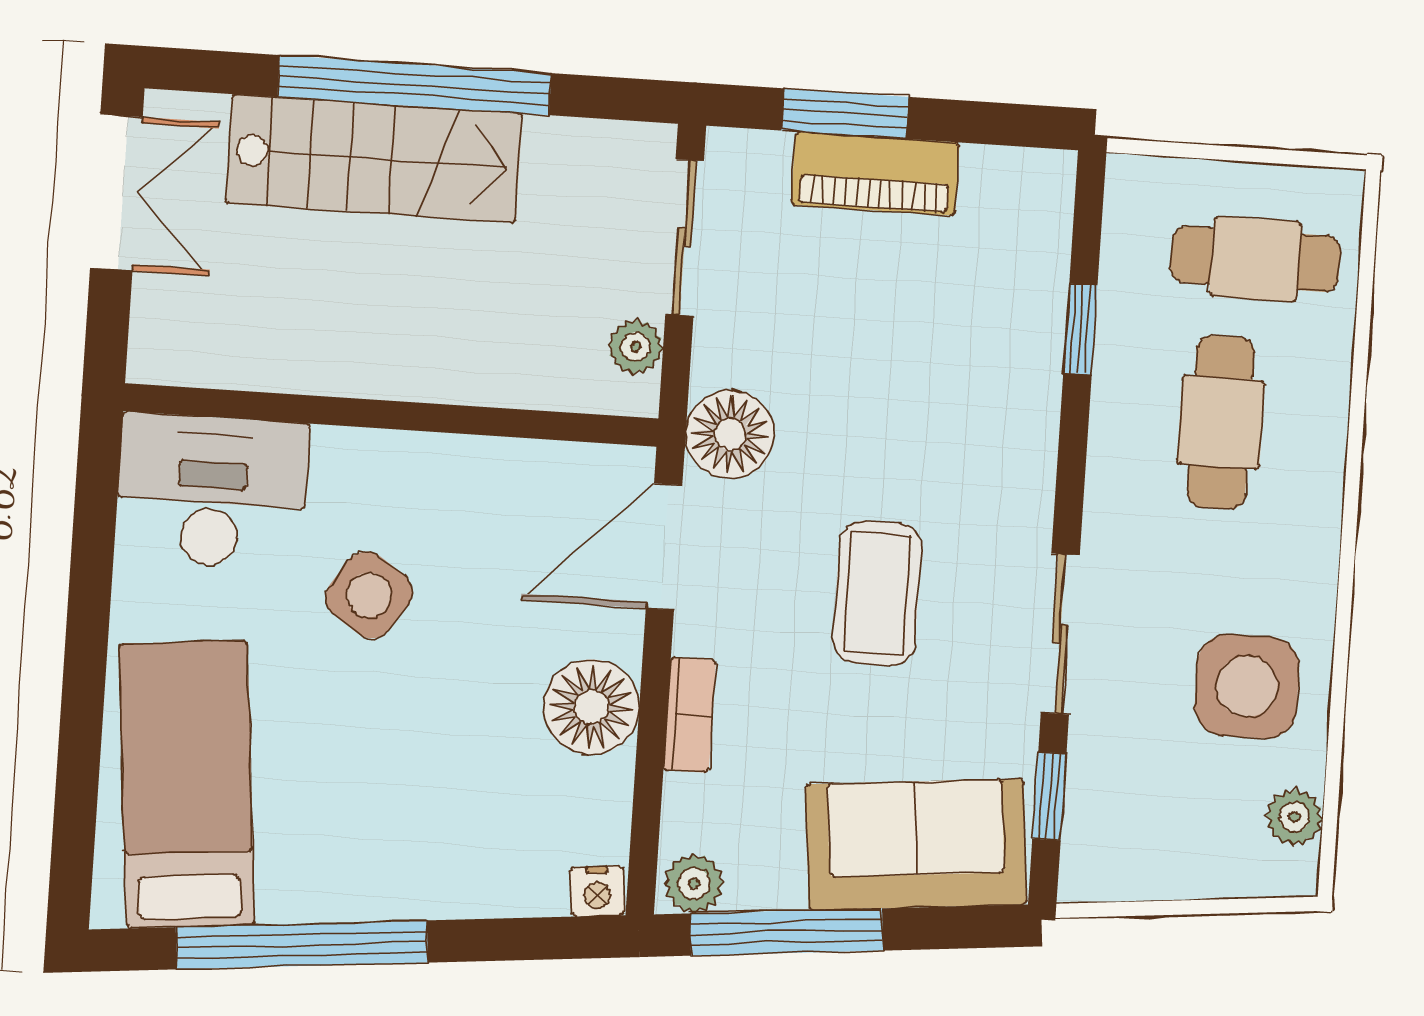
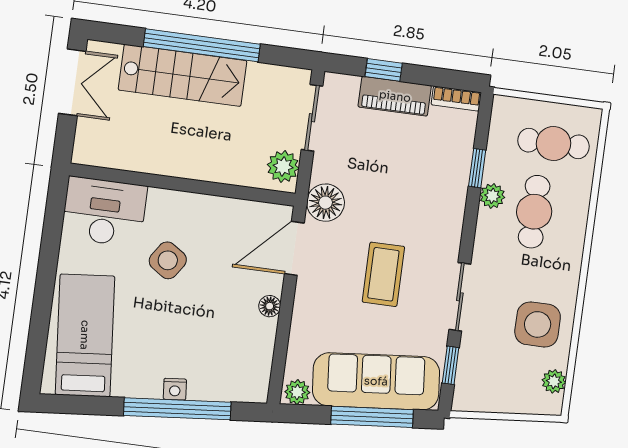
window: (845, 114) -> (384, 70), width x0.67
plant: (636, 347) -> (283, 167), width x1.38, depth x1.38
plant: (1120, 392) -> (492, 196), added
floor lamp: (591, 707) -> (270, 306), width x0.53, depth x0.53
bookcase: (690, 715) -> (456, 99), moved, turned 90
sofa: (916, 844) -> (376, 381), width x1.36
nightstand: (597, 891) -> (175, 389), moved
window: (787, 932) -> (372, 417), moved
window: (302, 945) -> (177, 409), moved

